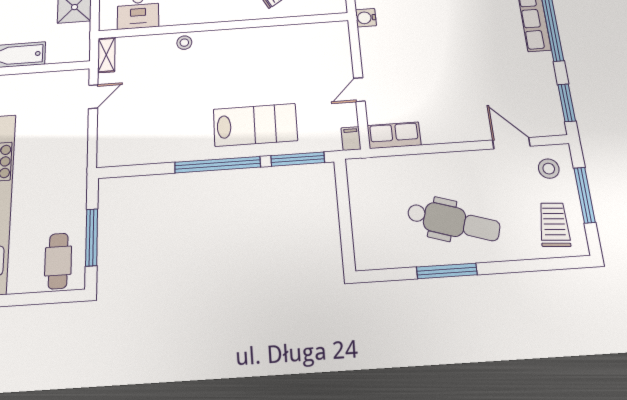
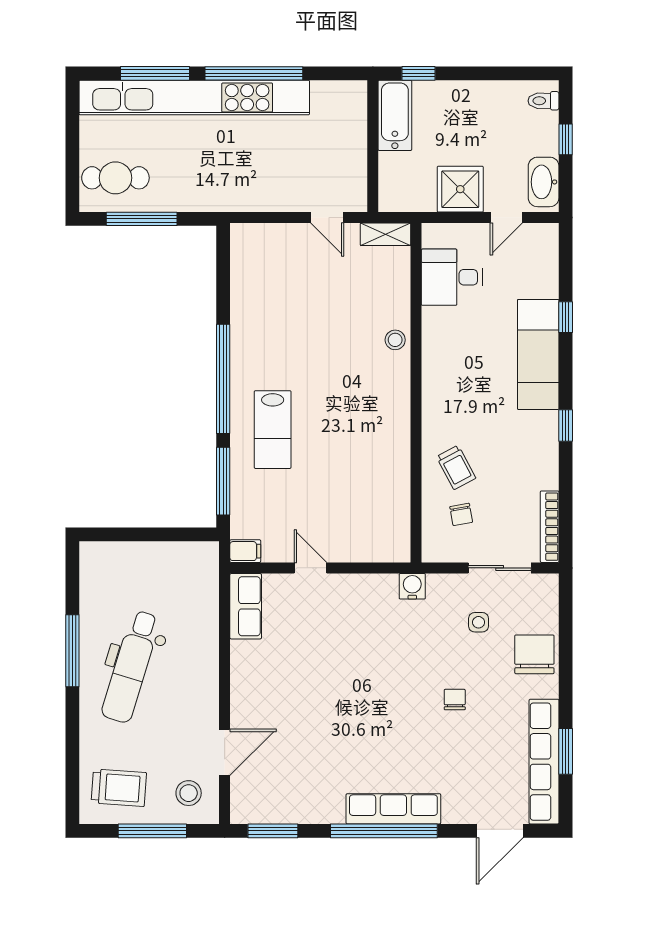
lab bench: (255, 125) -> (273, 430), width x0.73, depth x0.72

